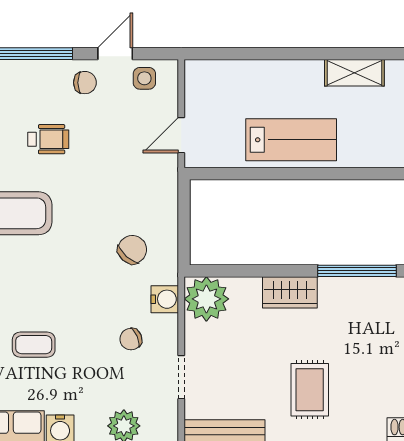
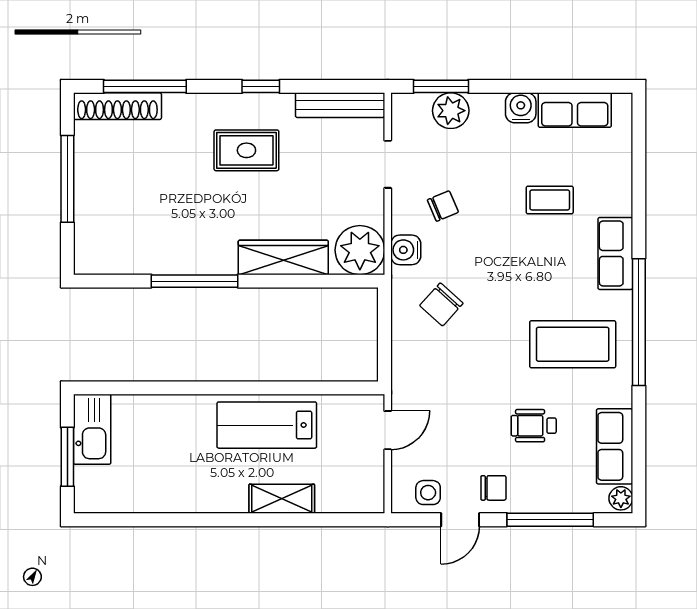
shelving: (354, 73) -> (282, 499), moved
chair: (85, 83) -> (493, 488), turned 180
wardrobe: (290, 292) -> (283, 257), width x1.50
rug: (310, 390) -> (246, 150), turned 90

